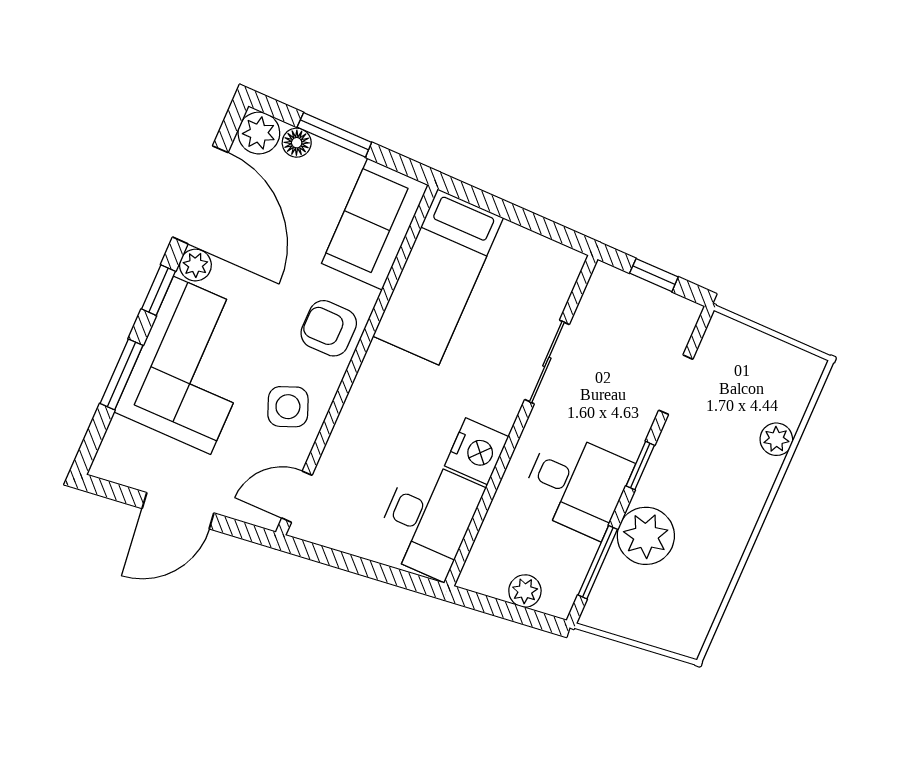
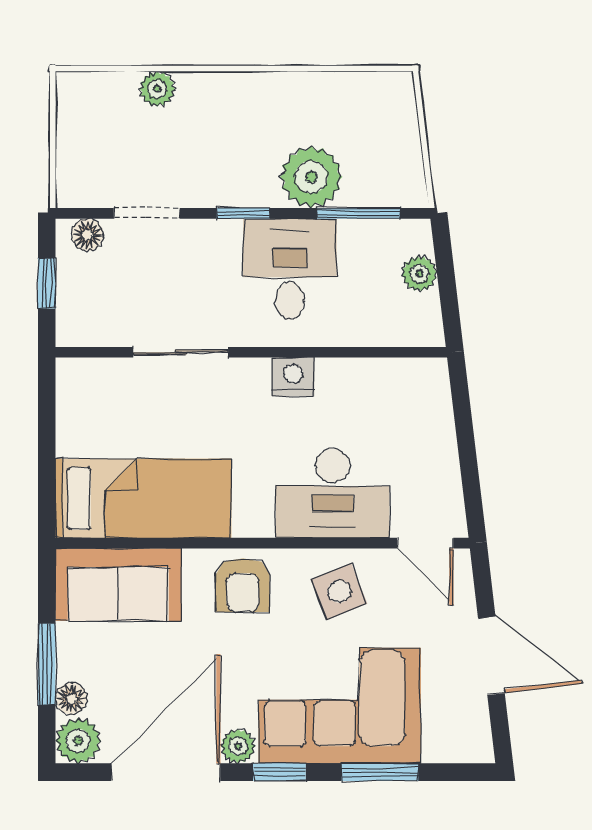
floor lamp: (680, 327) -> (87, 235), added
nightstand: (477, 451) -> (293, 377), width x0.74, depth x0.75
desk: (428, 519) -> (333, 493), moved, turned 180

